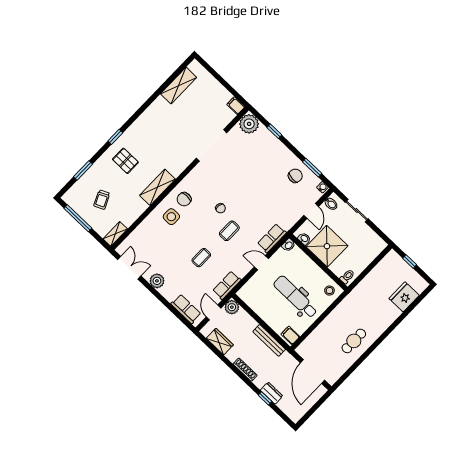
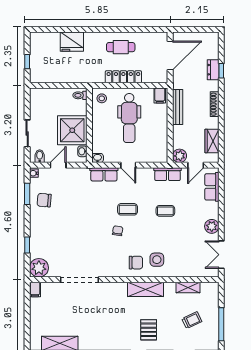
shelving: (115, 234) -> (188, 287), moved
fridge: (404, 297) -> (72, 42), moved
locker: (330, 322) -> (123, 77), added

